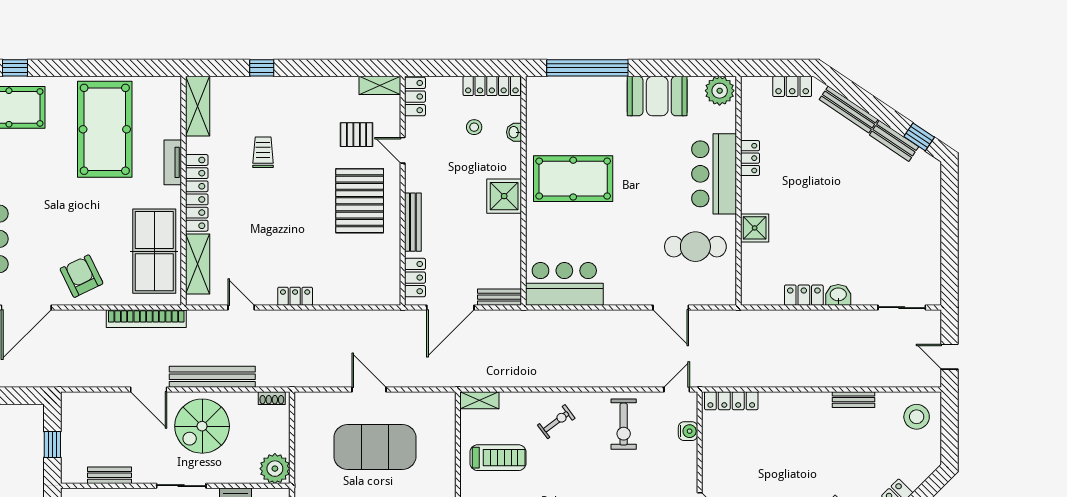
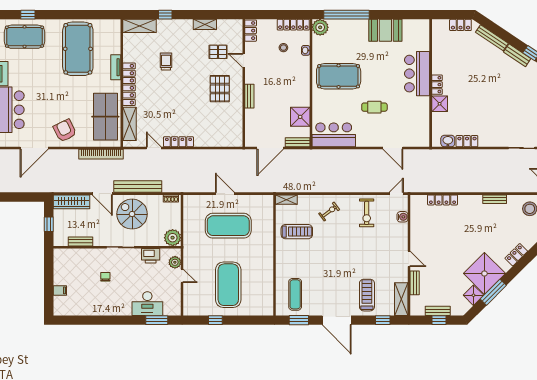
shelving: (380, 85) -> (205, 24), moved
plant: (720, 91) -> (320, 27), moved
shelving: (198, 106) -> (140, 26), moved, turned 90
locker: (750, 158) -> (437, 85), moved
shower: (504, 196) -> (300, 117), moved
pallet: (360, 201) -> (220, 89), width x0.73, depth x0.71
bench: (413, 222) -> (249, 96), width x0.73
cafe table: (695, 247) -> (374, 107), moved, width x0.73, depth x0.74
locker: (415, 278) -> (251, 131), removed
washbasin: (838, 295) -> (448, 141), moved
locker: (295, 296) -> (178, 142), width x1.53
locker: (731, 401) -> (443, 200), moved
wardrobe: (93, 404) -> (71, 202), added
spiral stairs: (202, 426) -> (132, 214), turned 90

